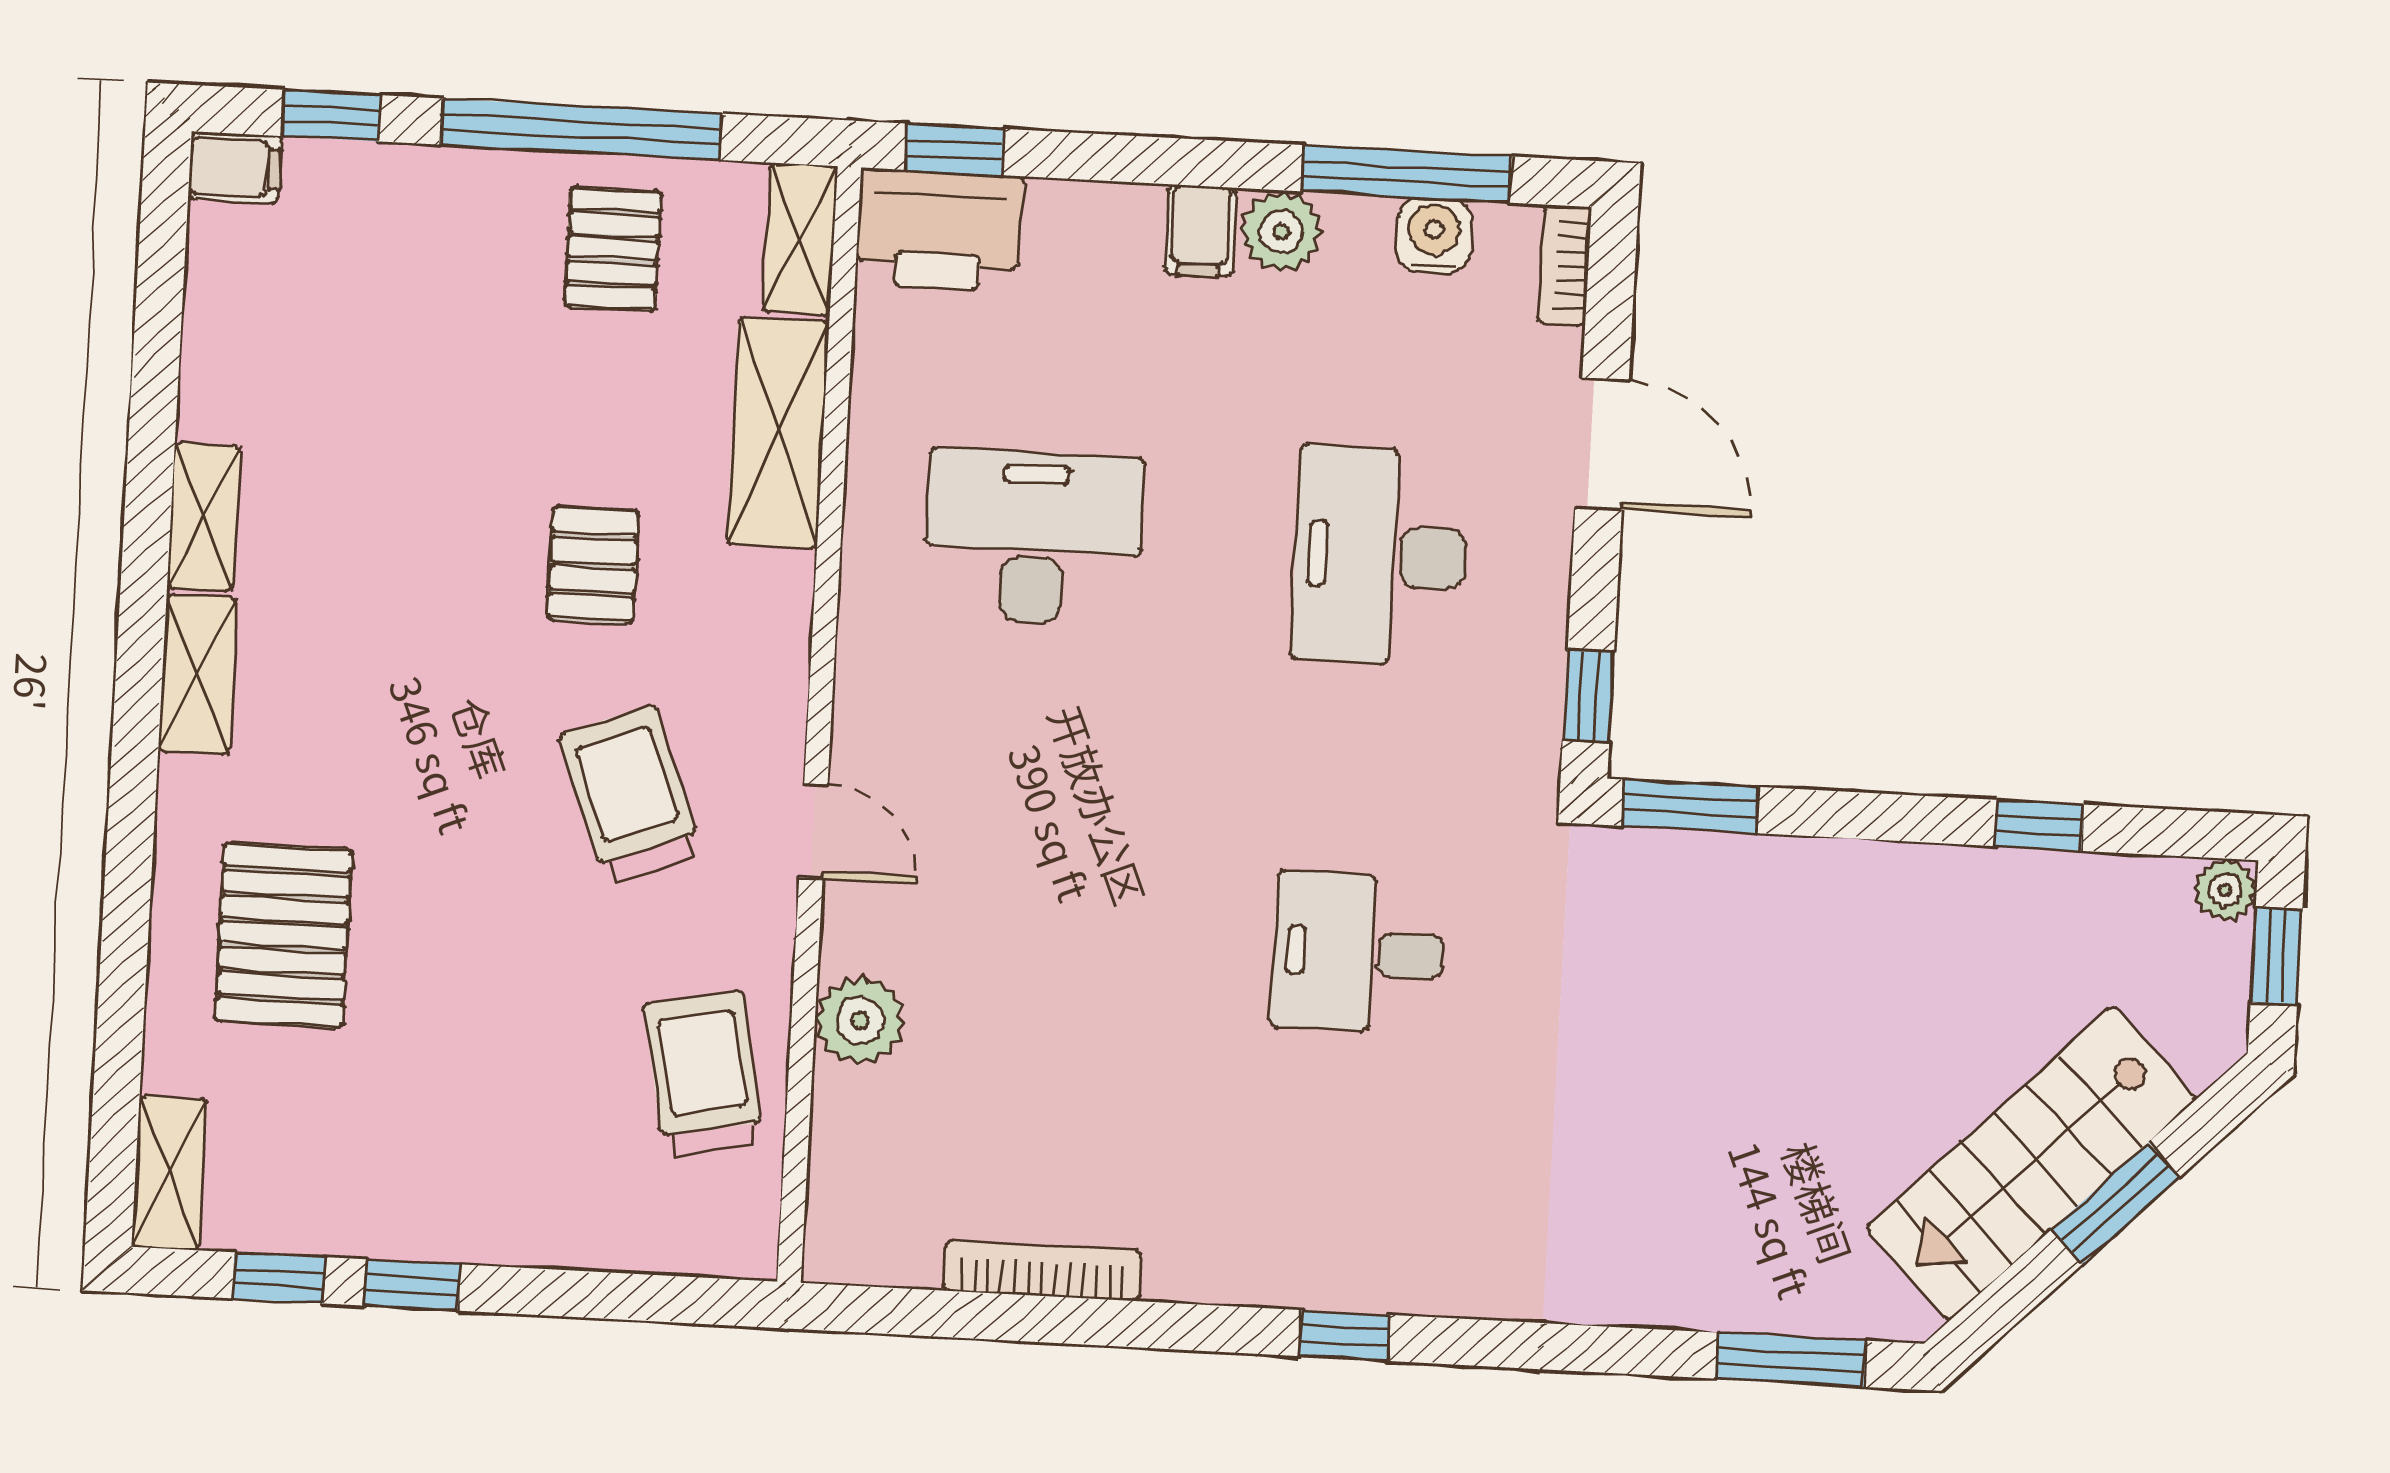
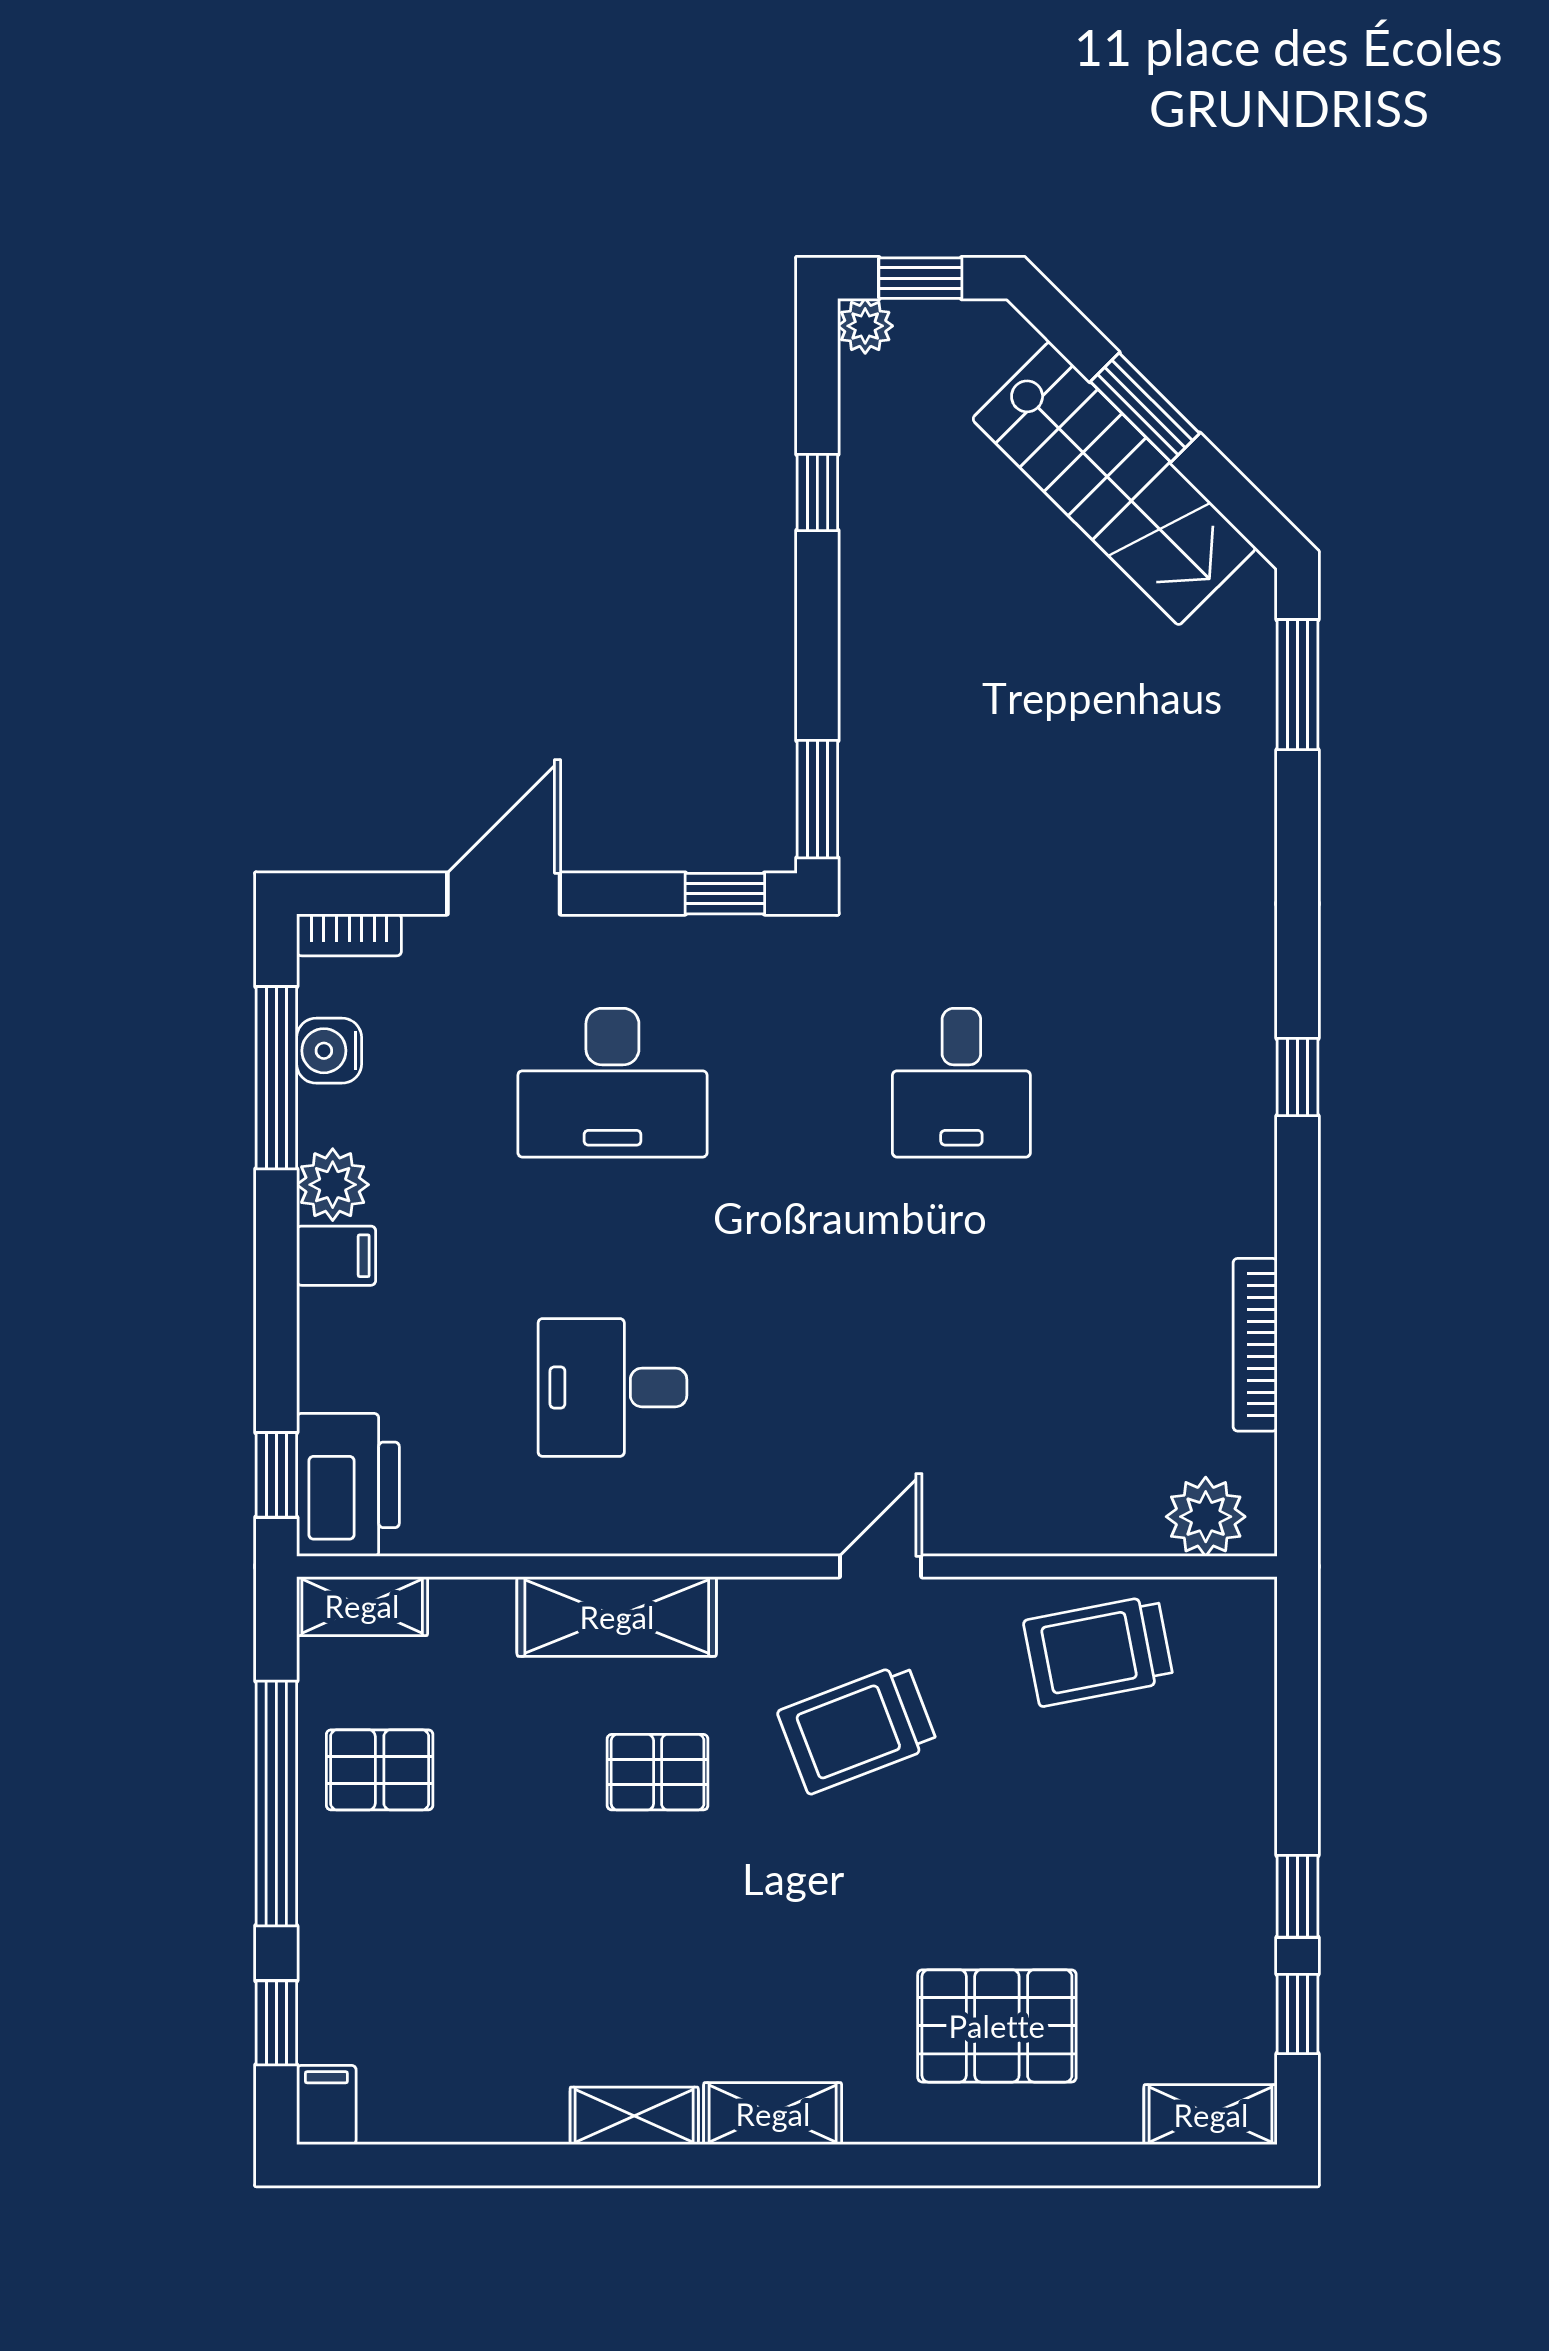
shelving: (778, 432) -> (617, 1617), moved
desk: (1033, 537) -> (612, 1387), width x0.73
plant: (860, 1020) -> (1206, 1517), moved

